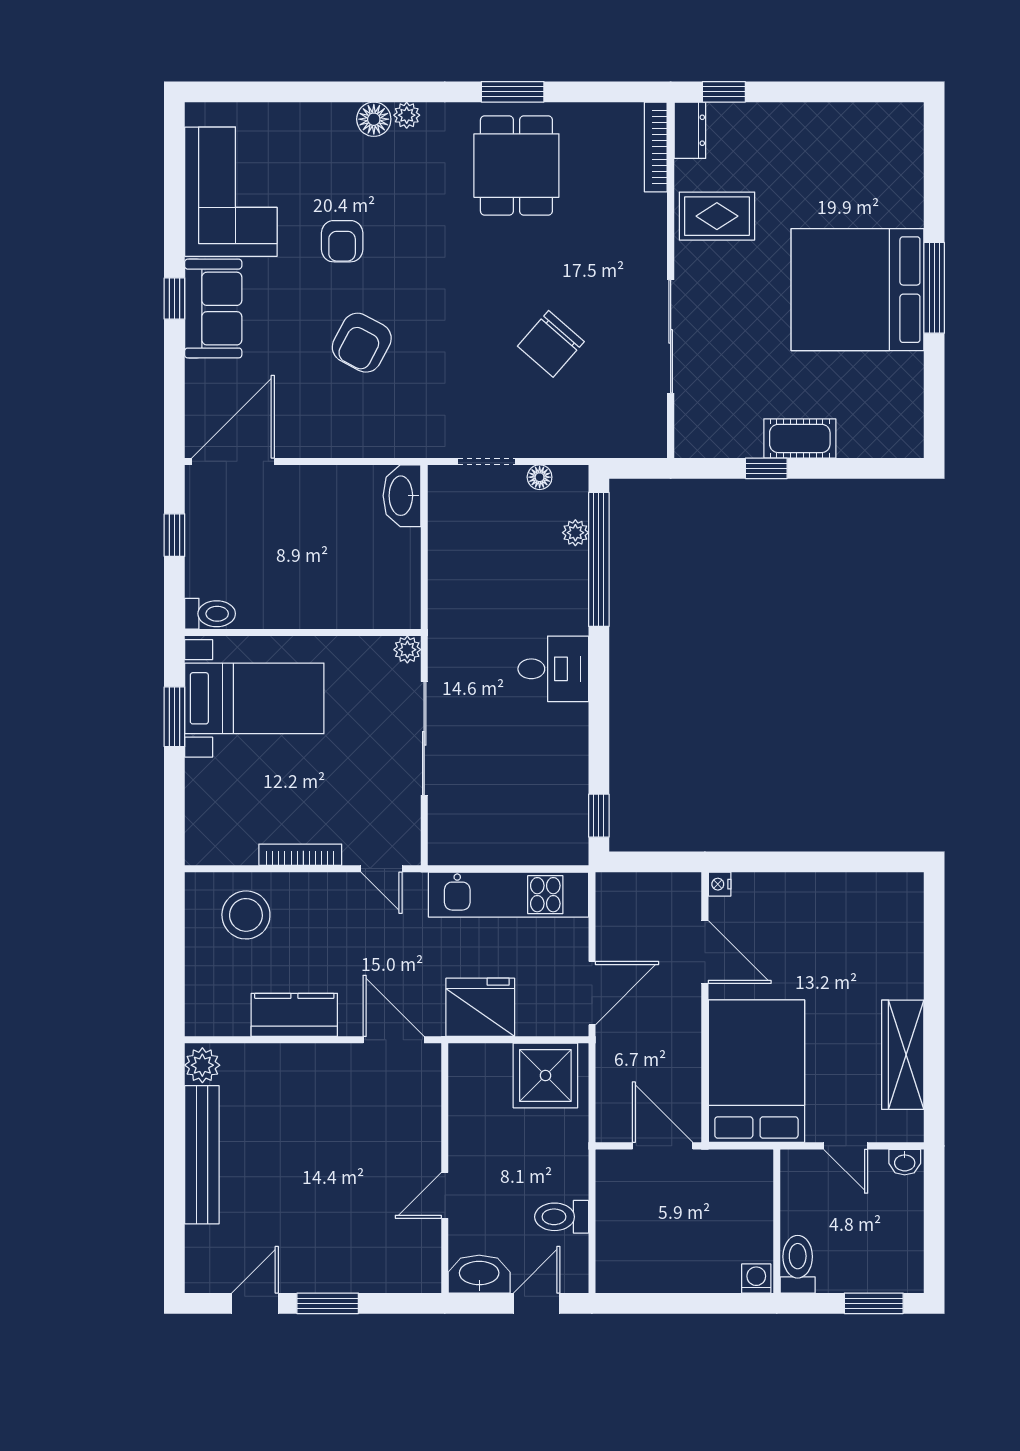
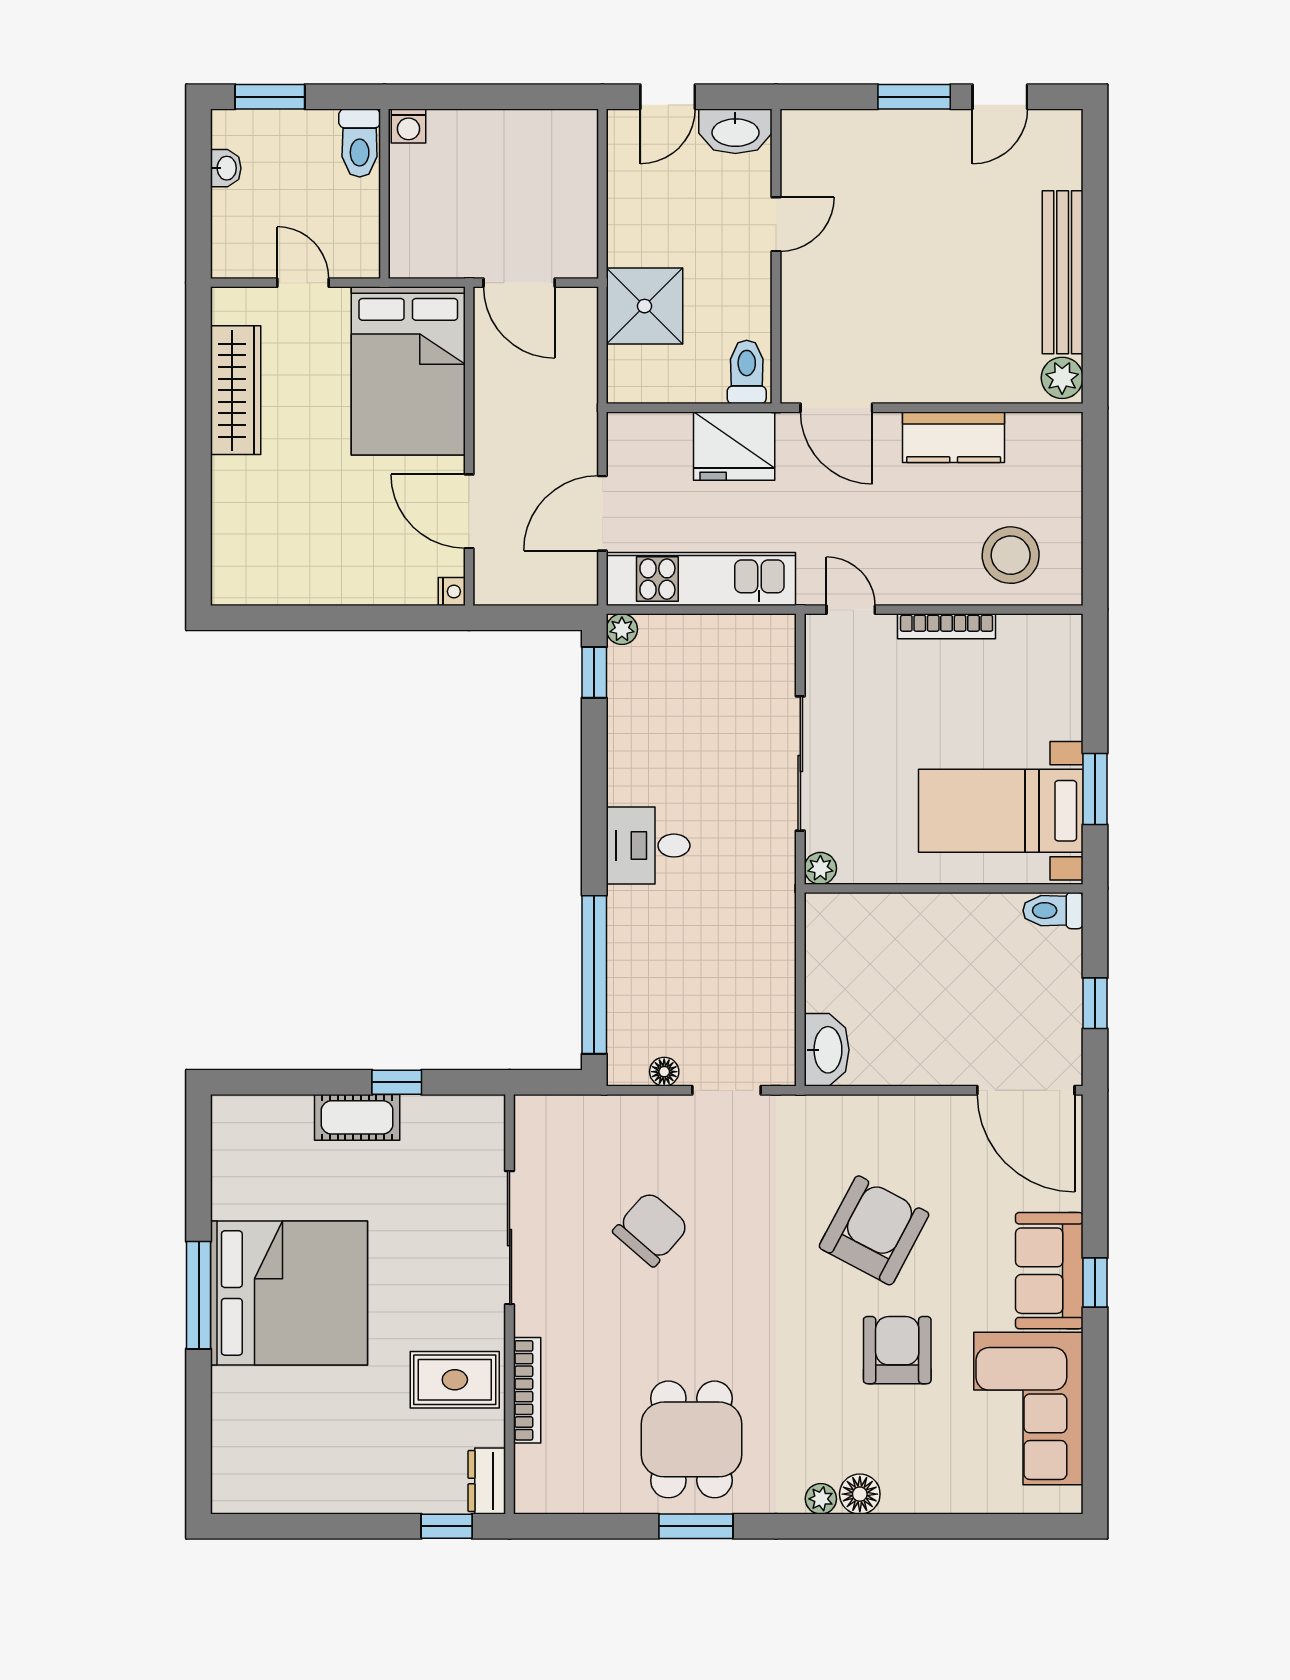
bookcase: (656, 147) -> (527, 1390), moved
armchair: (342, 241) -> (897, 1350), width x1.38, depth x1.38
armchair: (362, 343) -> (874, 1230), width x1.36, depth x1.36
door: (233, 461) -> (1026, 1090), hinge flipped
plant: (575, 533) -> (622, 629), moved
door: (592, 993) -> (602, 513), moved
shower: (545, 1075) -> (645, 306), moved
washbasin: (905, 1162) -> (226, 168), moved, turned 90
toilet: (562, 1217) -> (747, 372), moved, turned -90

